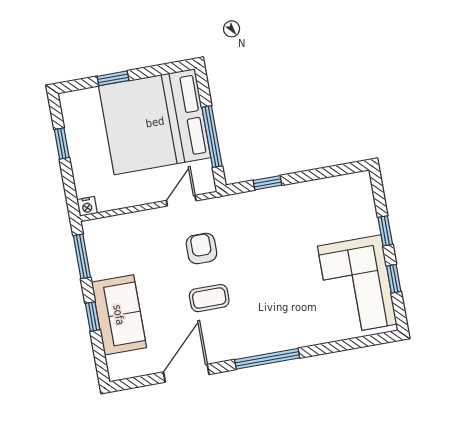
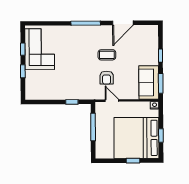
bed: (155, 122) -> (136, 138), moved, turned 180
door: (181, 201) -> (112, 101), swing flipped
sofa: (119, 315) -> (149, 82), moved

